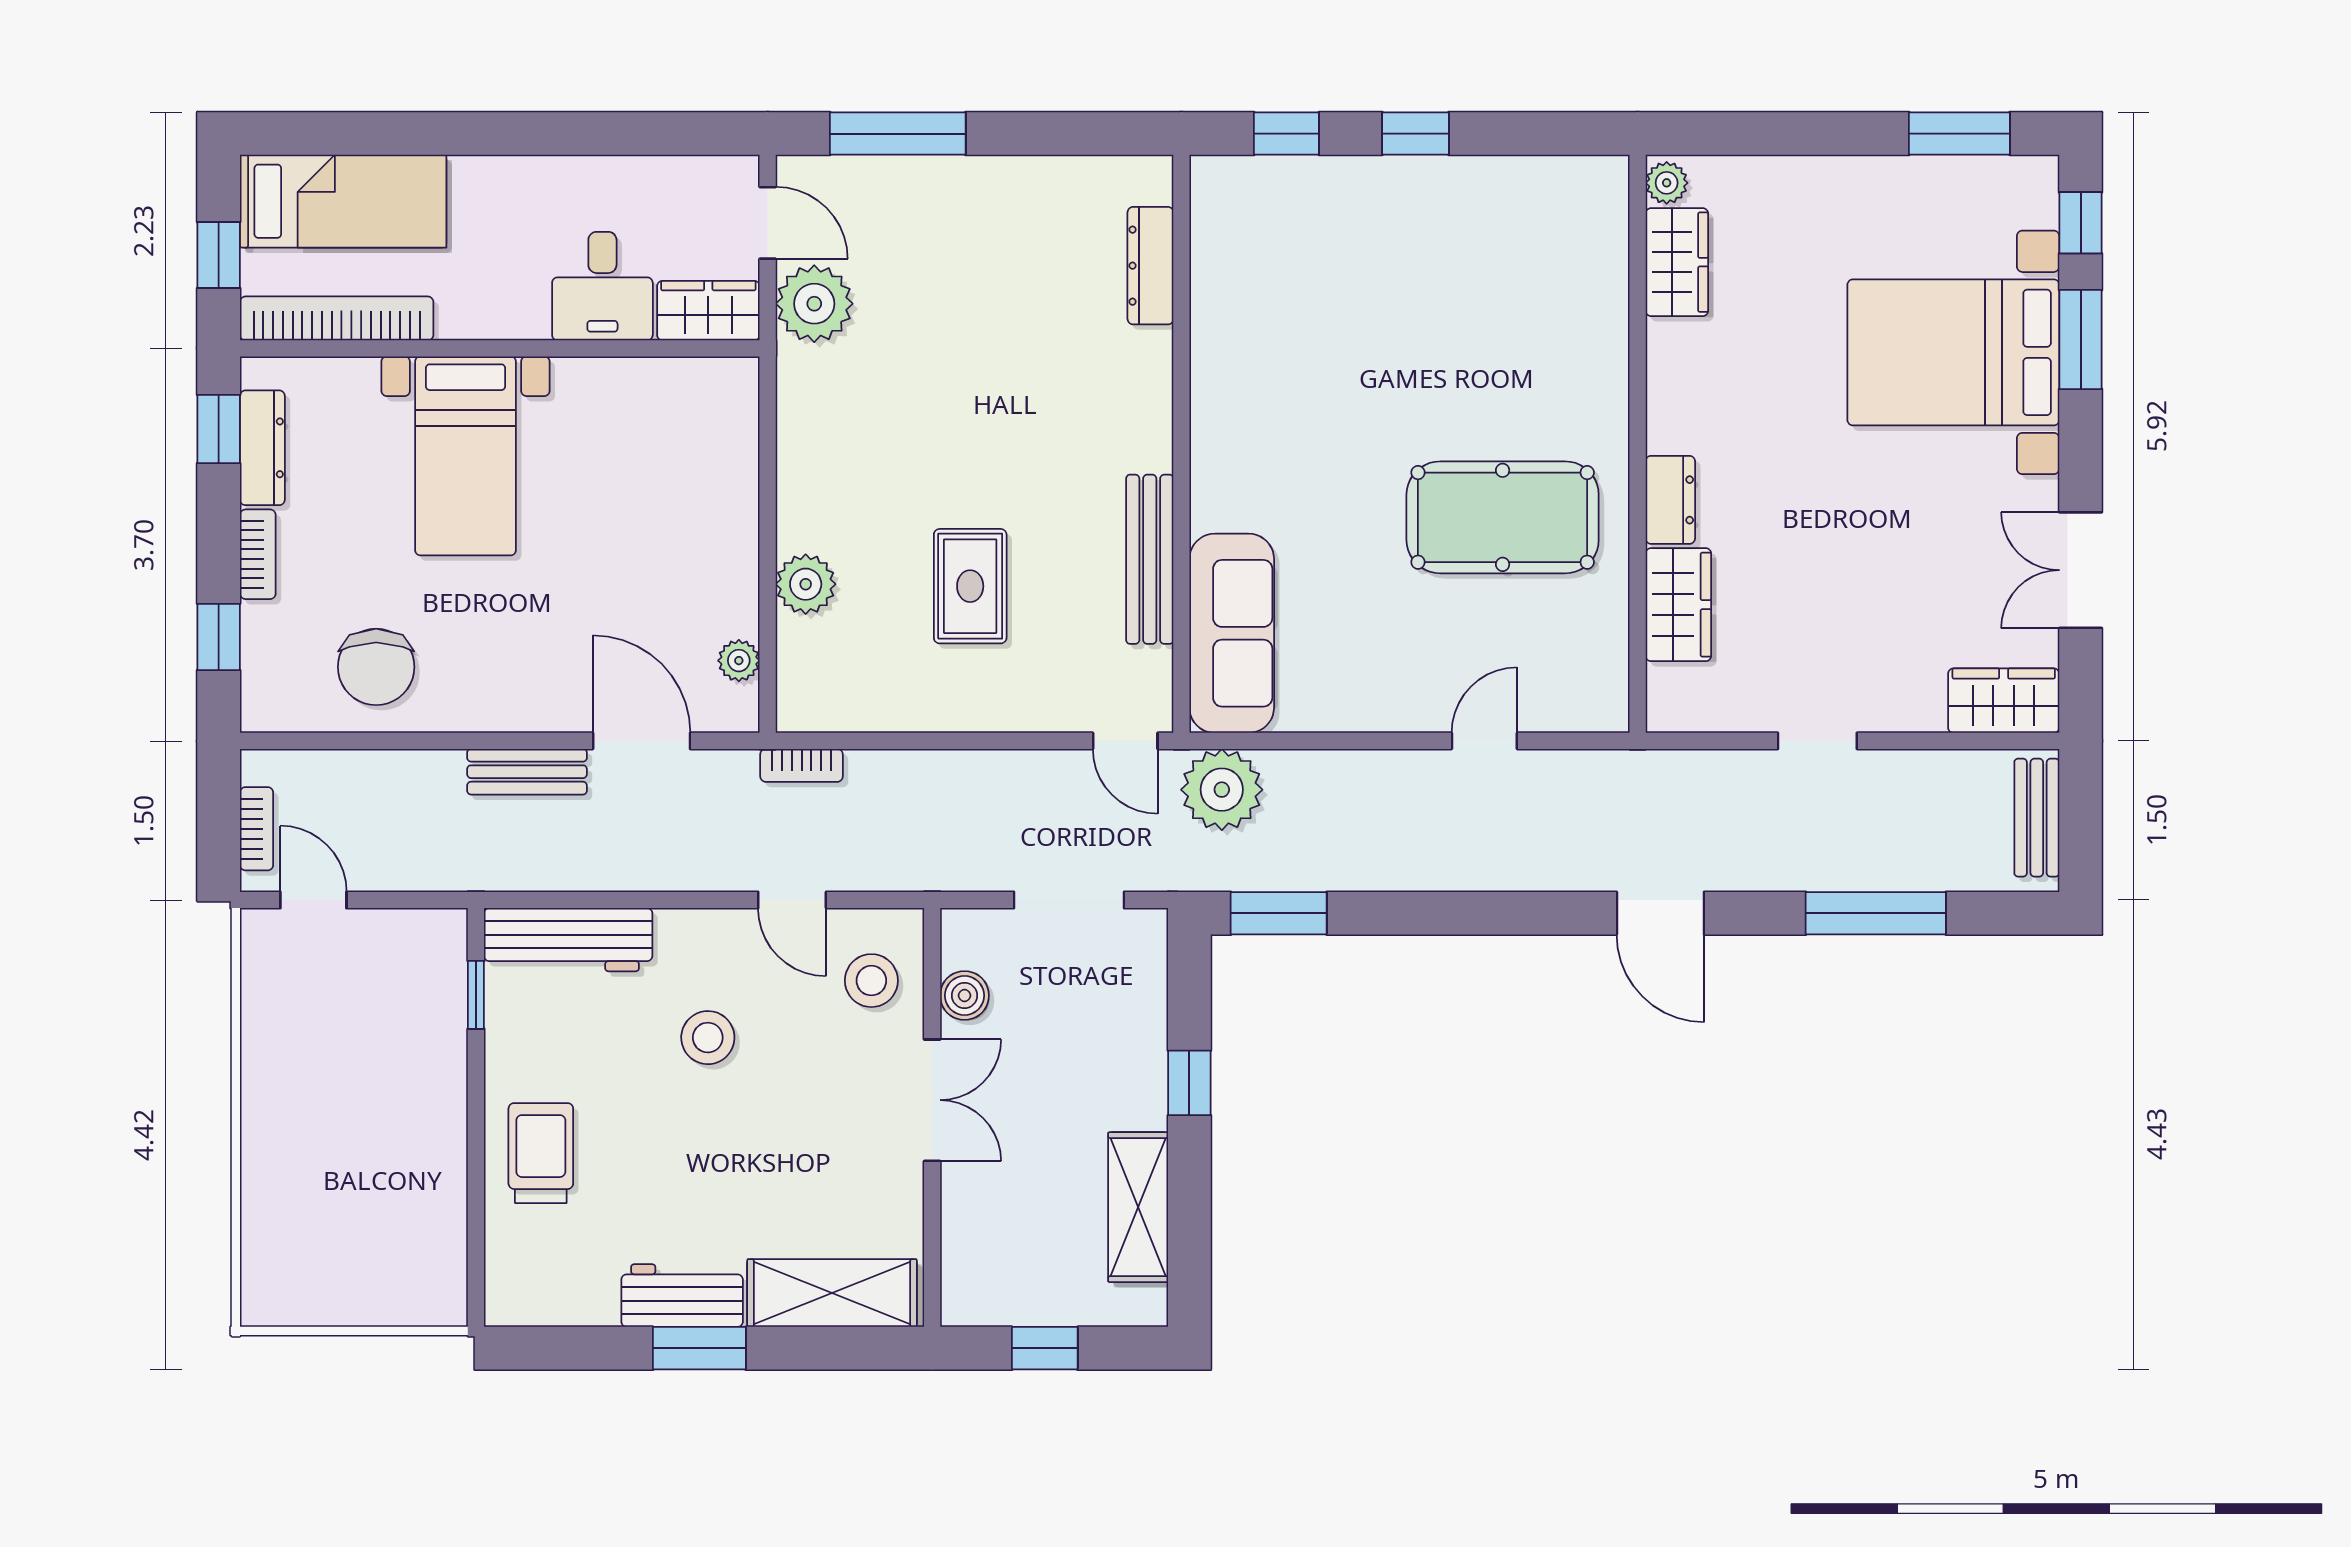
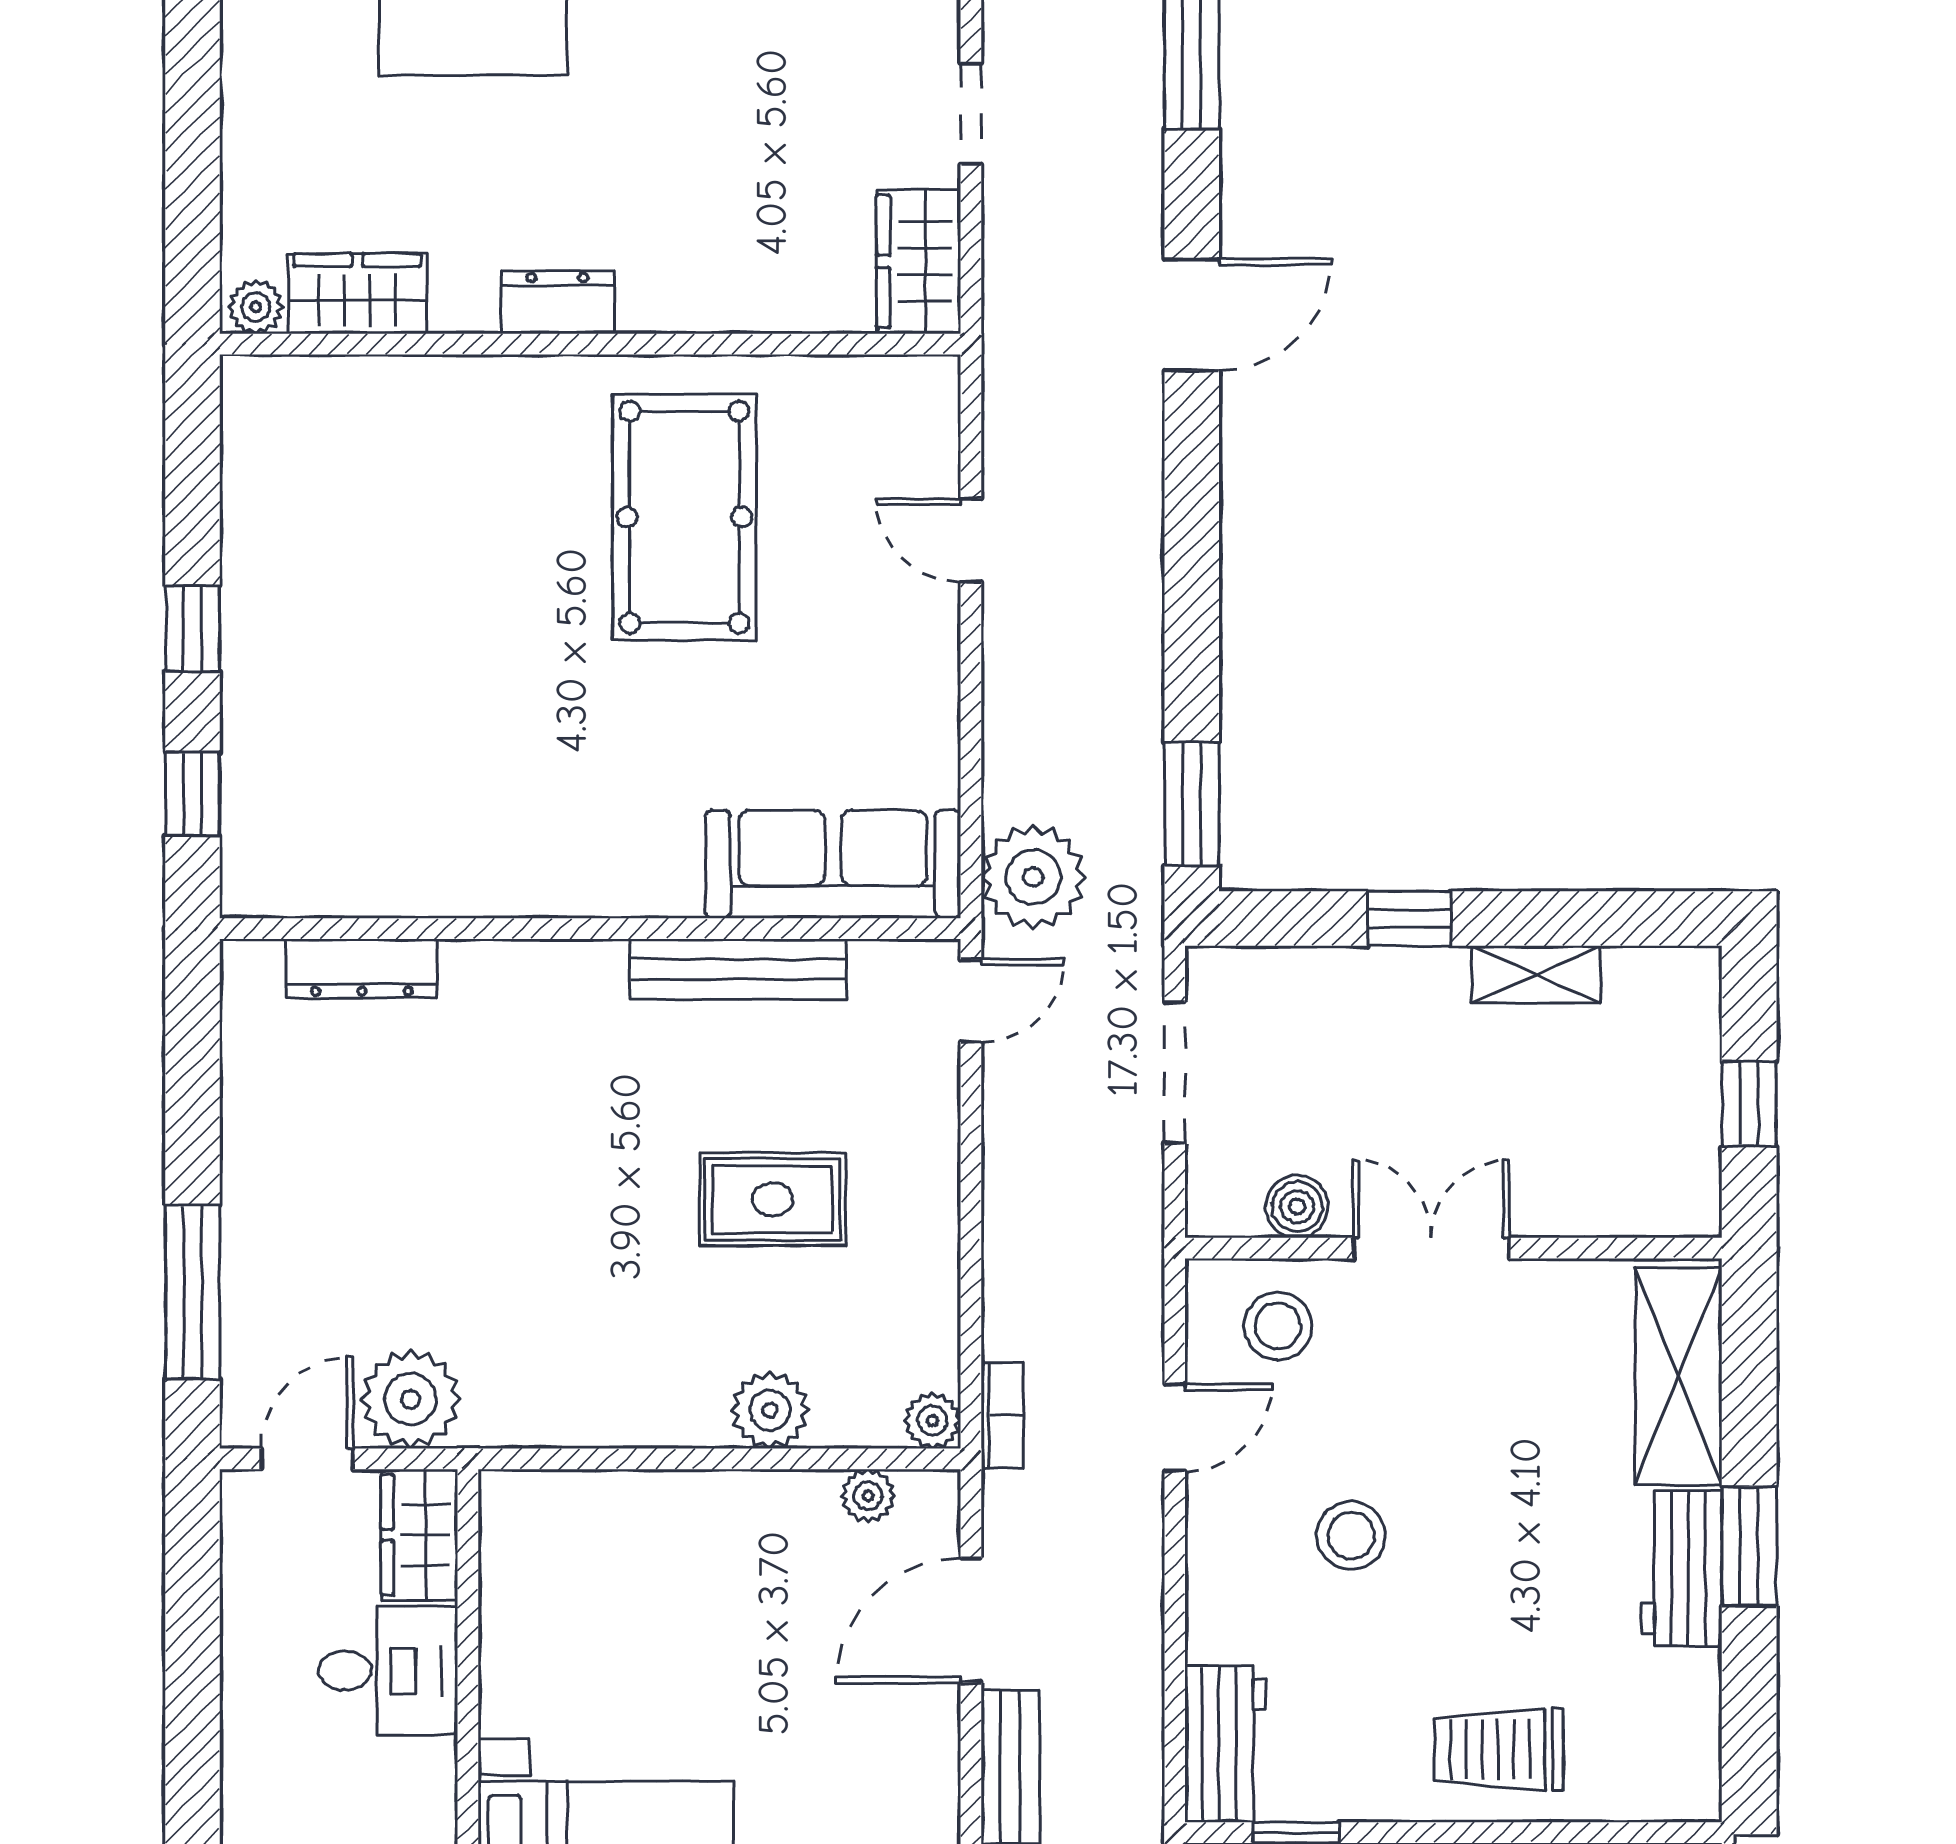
dresser: (1670, 500) -> (558, 302), moved
wardrobe: (1678, 605) -> (919, 261), moved, turned -90
plant: (797, 711) -> (933, 1421), added
workbench: (568, 940) -> (1225, 1744), width x0.73
shelving: (1138, 1207) -> (1536, 975), width x0.67, depth x0.75

